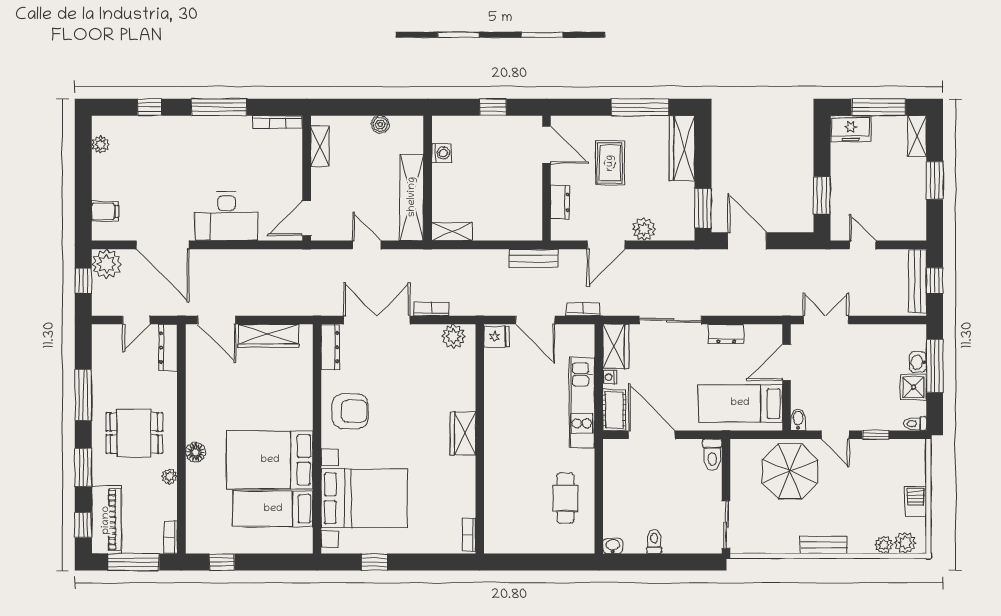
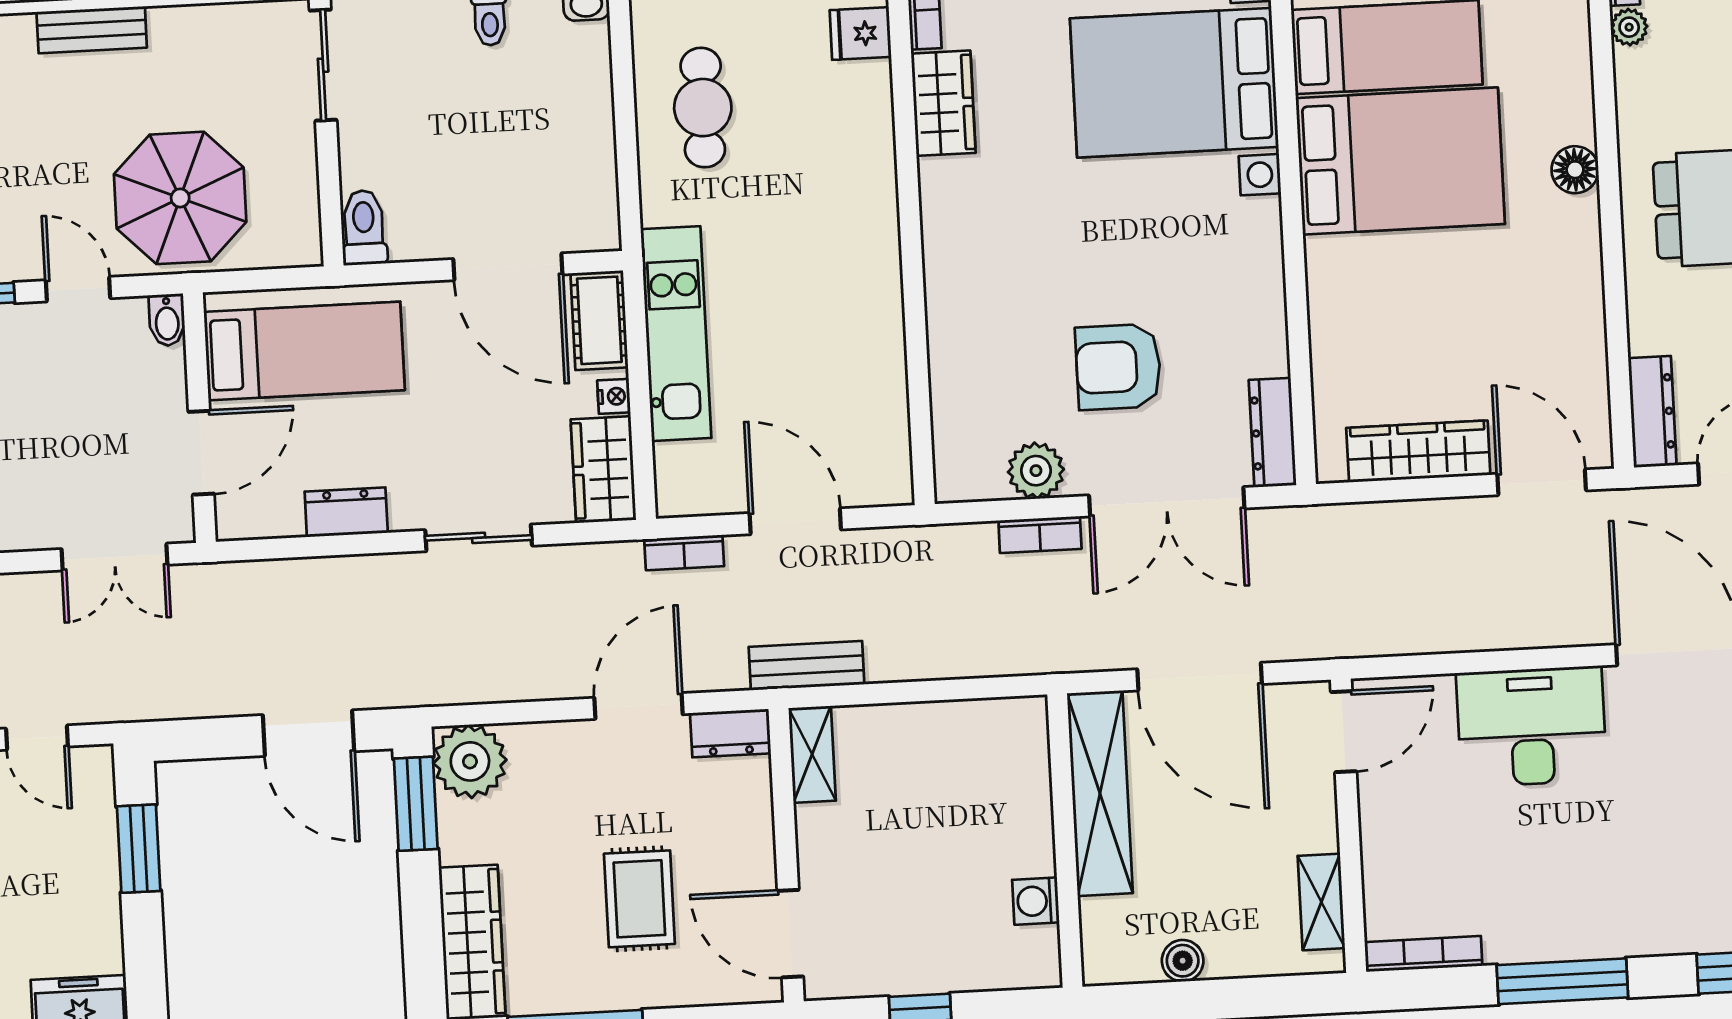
dresser: (560, 202) -> (731, 733), moved, turned -90
plant: (644, 229) -> (470, 761), moved, width x1.36, depth x1.36
shelving: (452, 232) -> (812, 754), moved, turned 90
door: (367, 245) -> (1200, 677), width x1.88
sliding door: (670, 320) -> (479, 538), width x0.73
plant: (453, 336) -> (1036, 471), moved
fridge: (497, 337) -> (860, 34), moved
armchair: (350, 411) -> (1118, 367), moved
wardrobe: (463, 433) -> (943, 103), moved
plant: (169, 476) -> (1629, 27), moved

